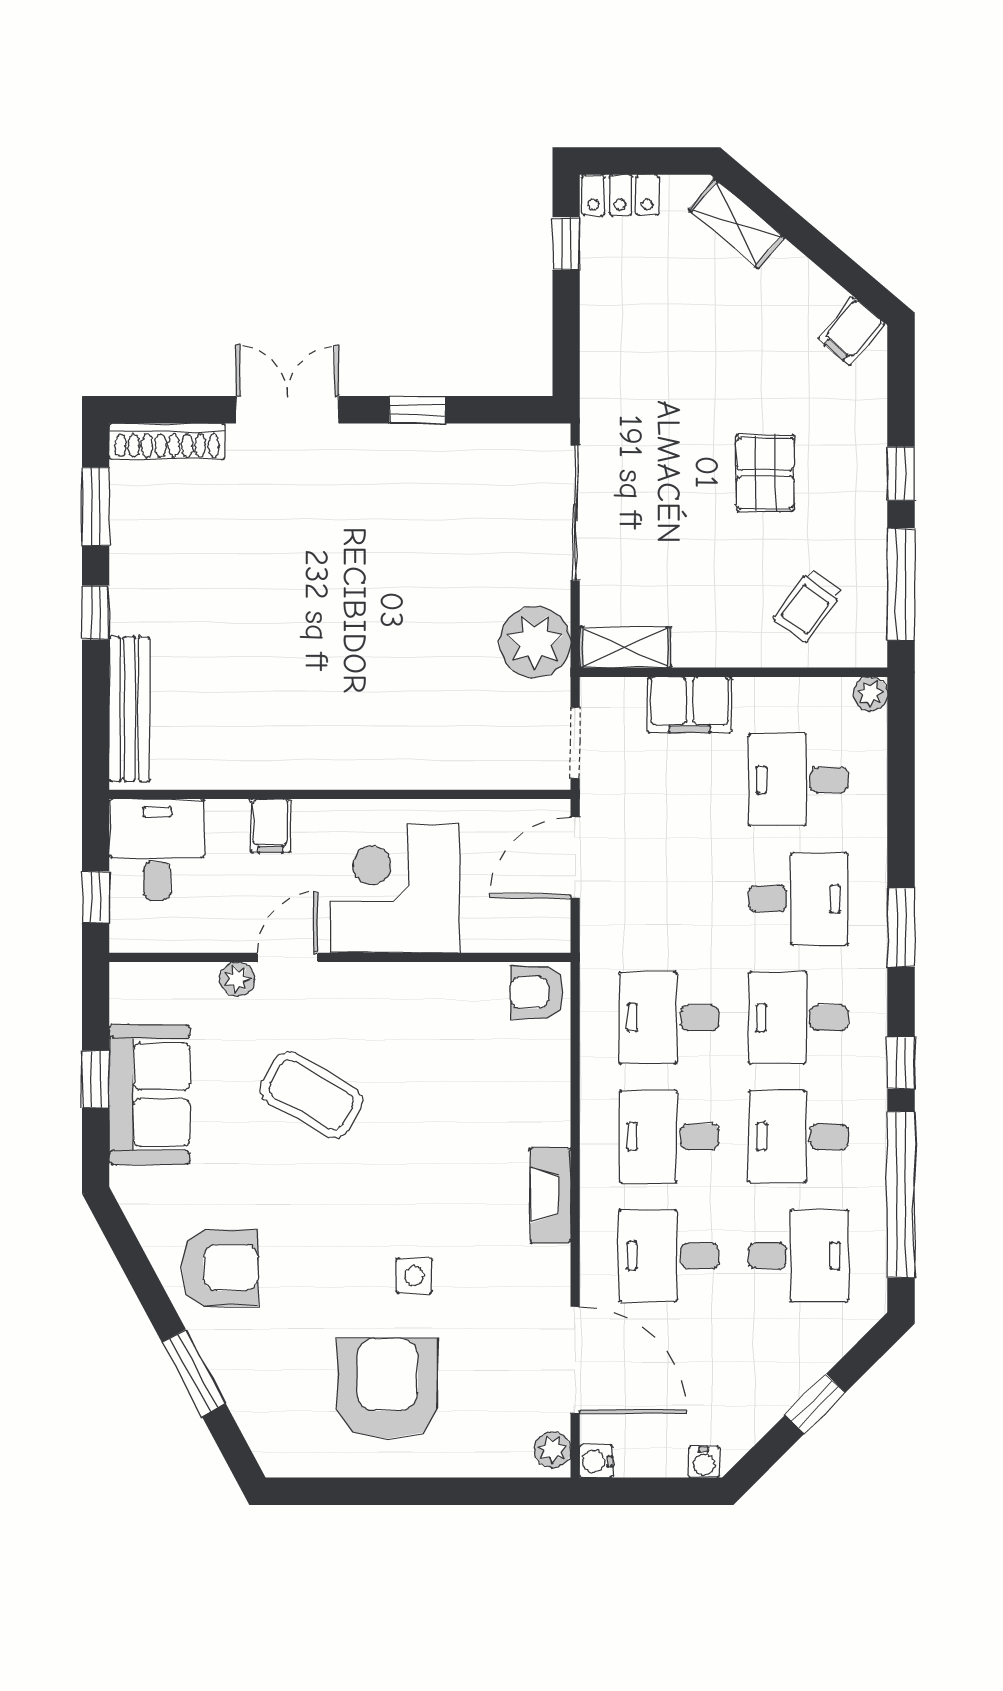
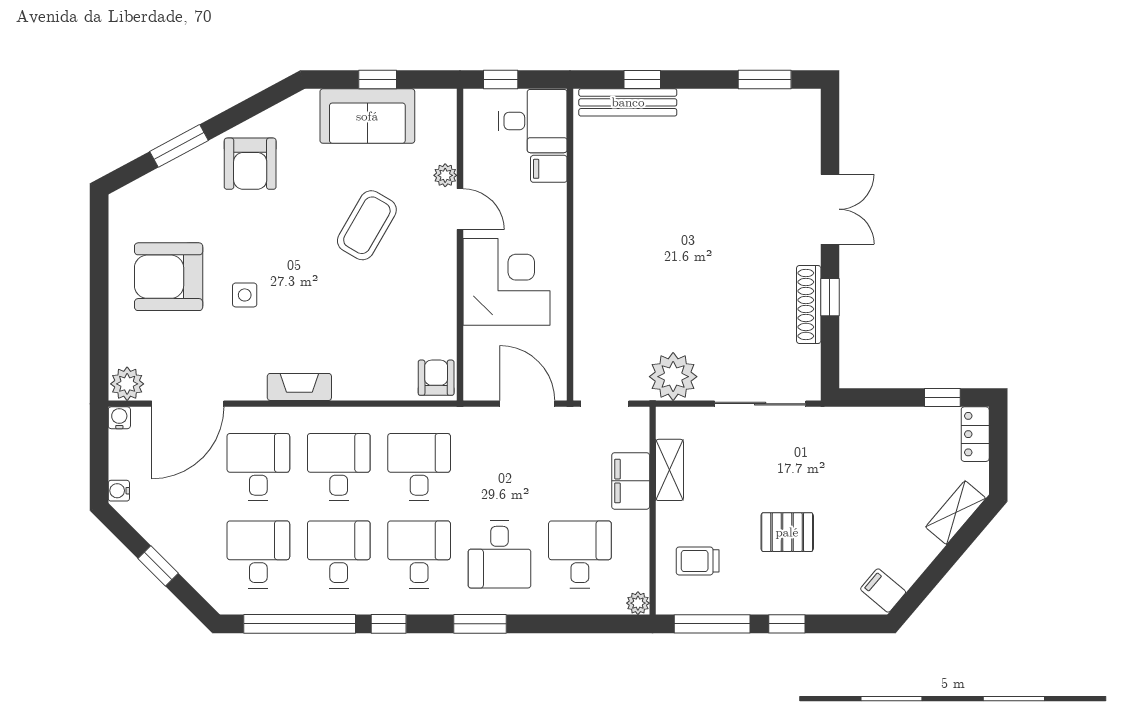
shoe rack: (167, 441) -> (809, 304), moved
trolley: (808, 606) -> (698, 561), turned -36
window: (96, 613) -> (642, 80), moved
shelving: (625, 647) -> (670, 470), moved
filing cabinet: (270, 826) -> (549, 169), moved
desk: (798, 1256) -> (258, 554), turned 180
armchair: (387, 1388) -> (169, 277), turned 180
plant: (553, 1450) -> (127, 384), width x1.38, depth x1.38

